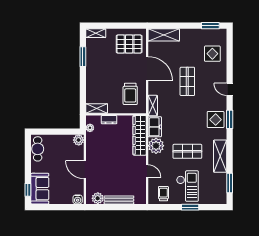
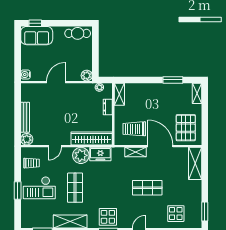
door: (147, 69) -> (160, 146), swing flipped
shelving: (153, 106) -> (136, 152), moved
plant: (98, 198) -> (27, 139), moved

